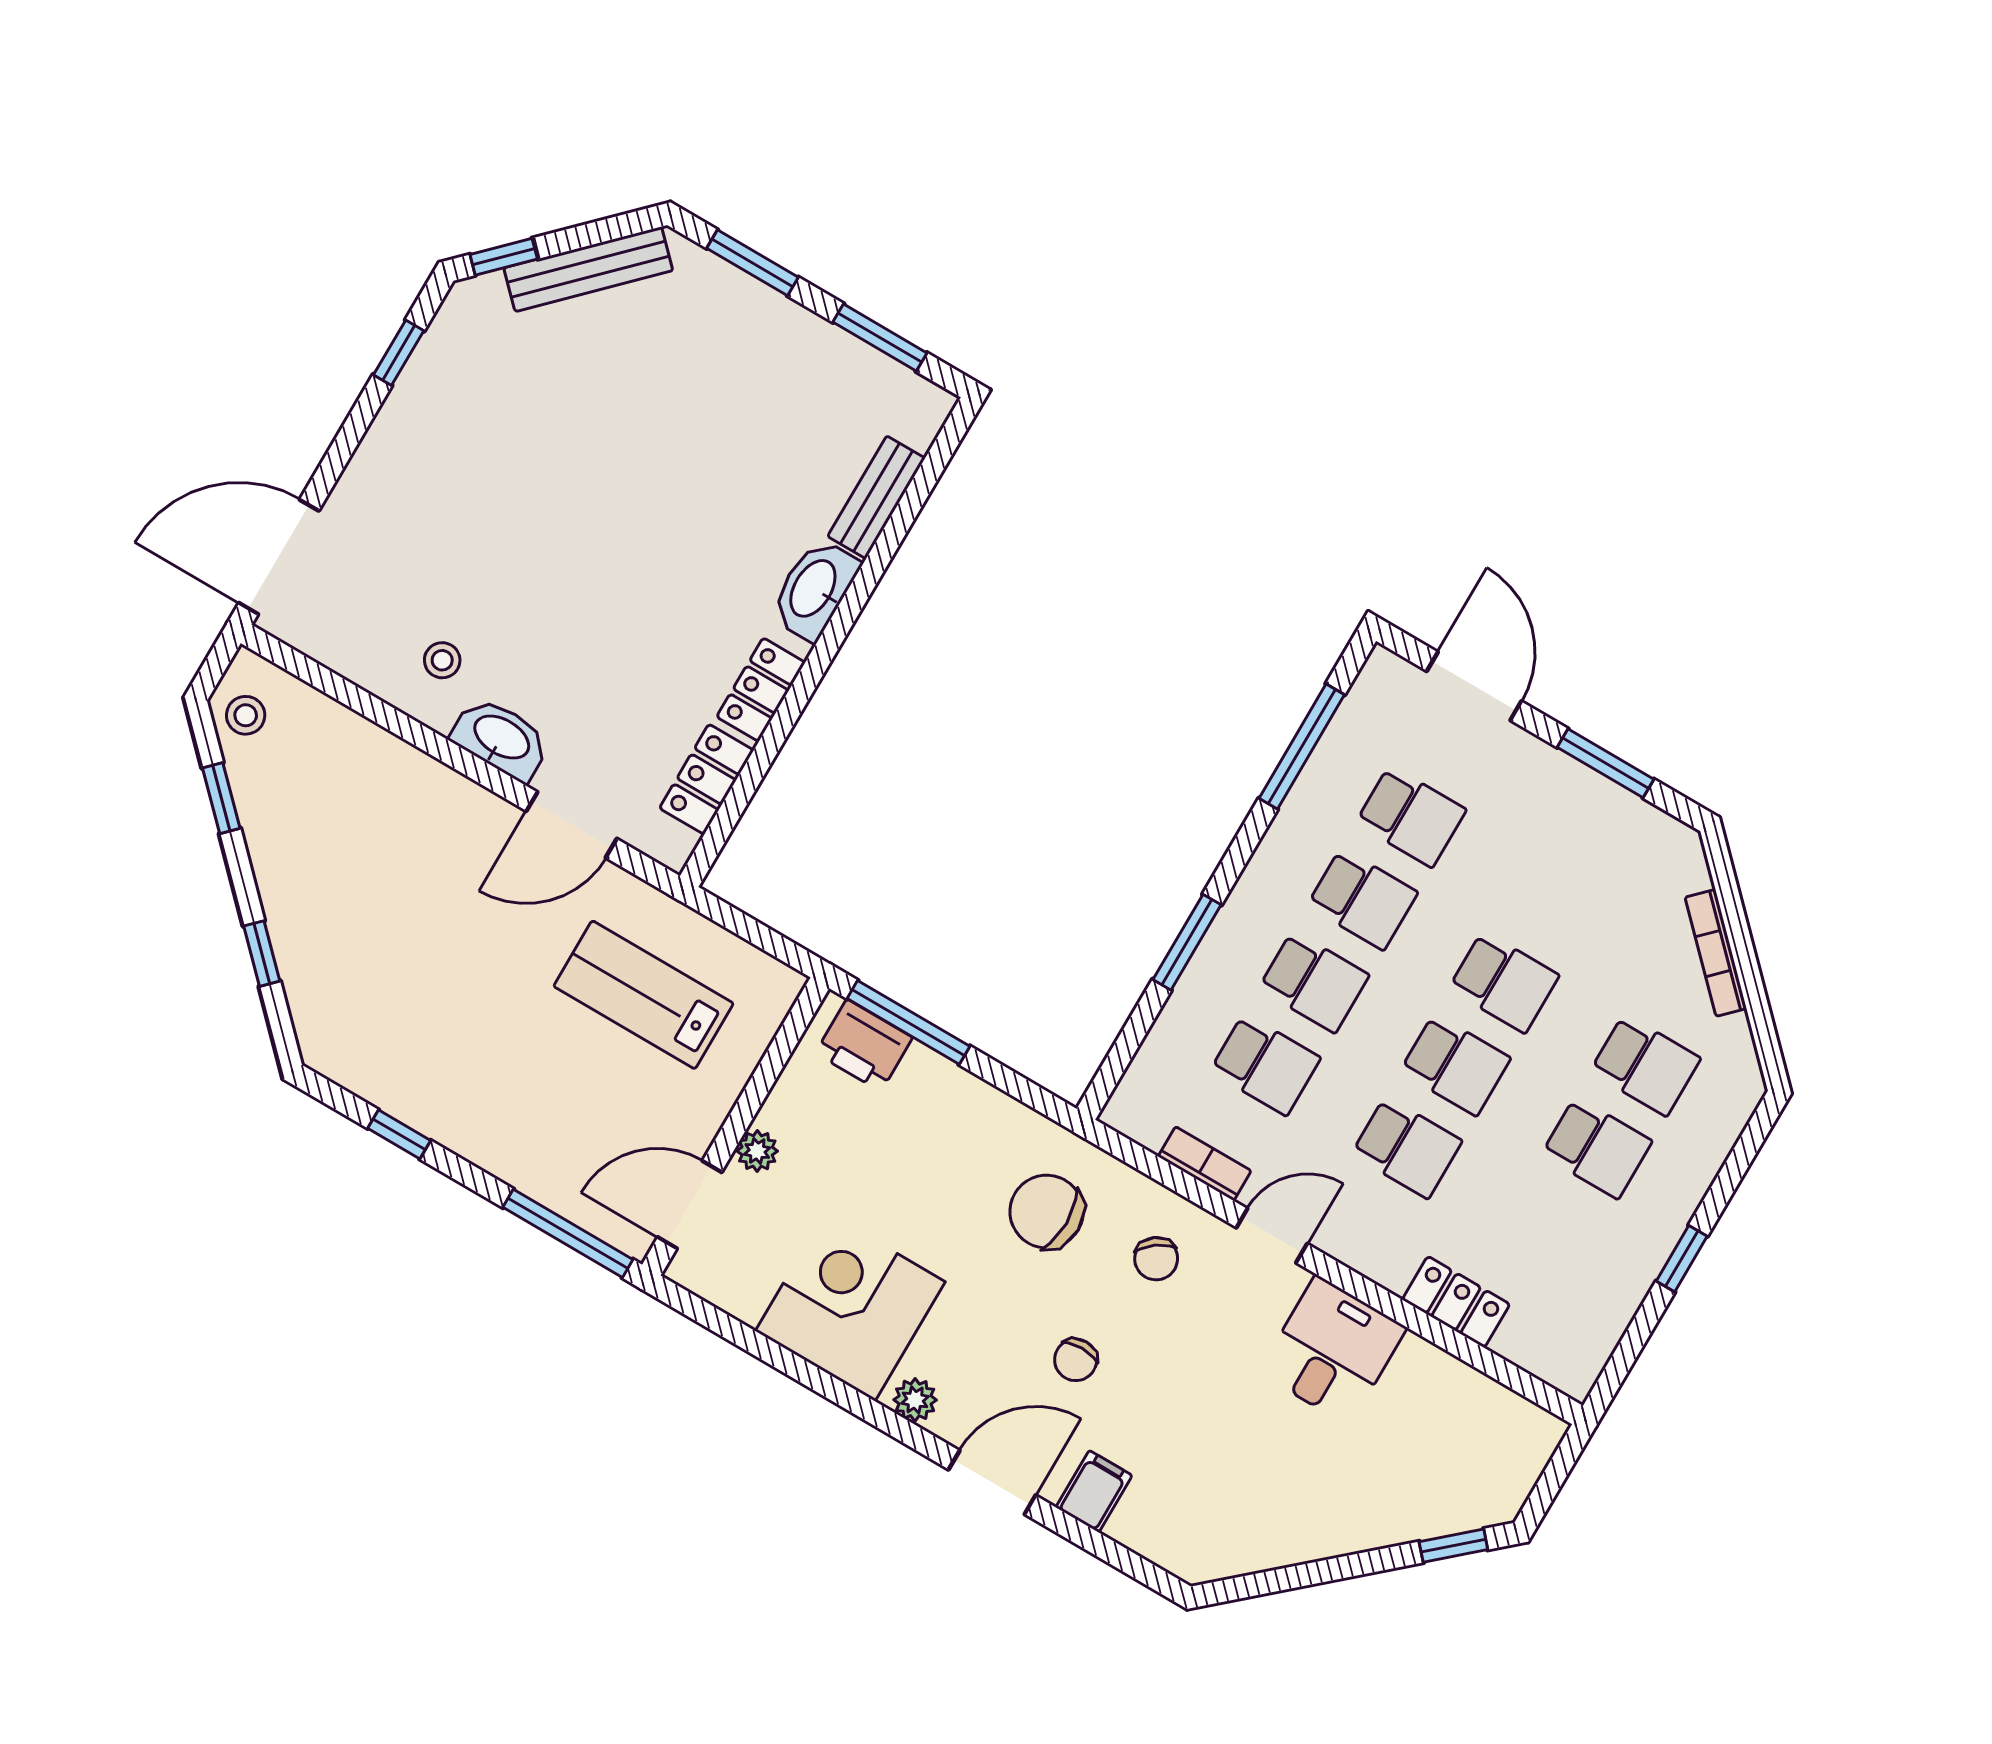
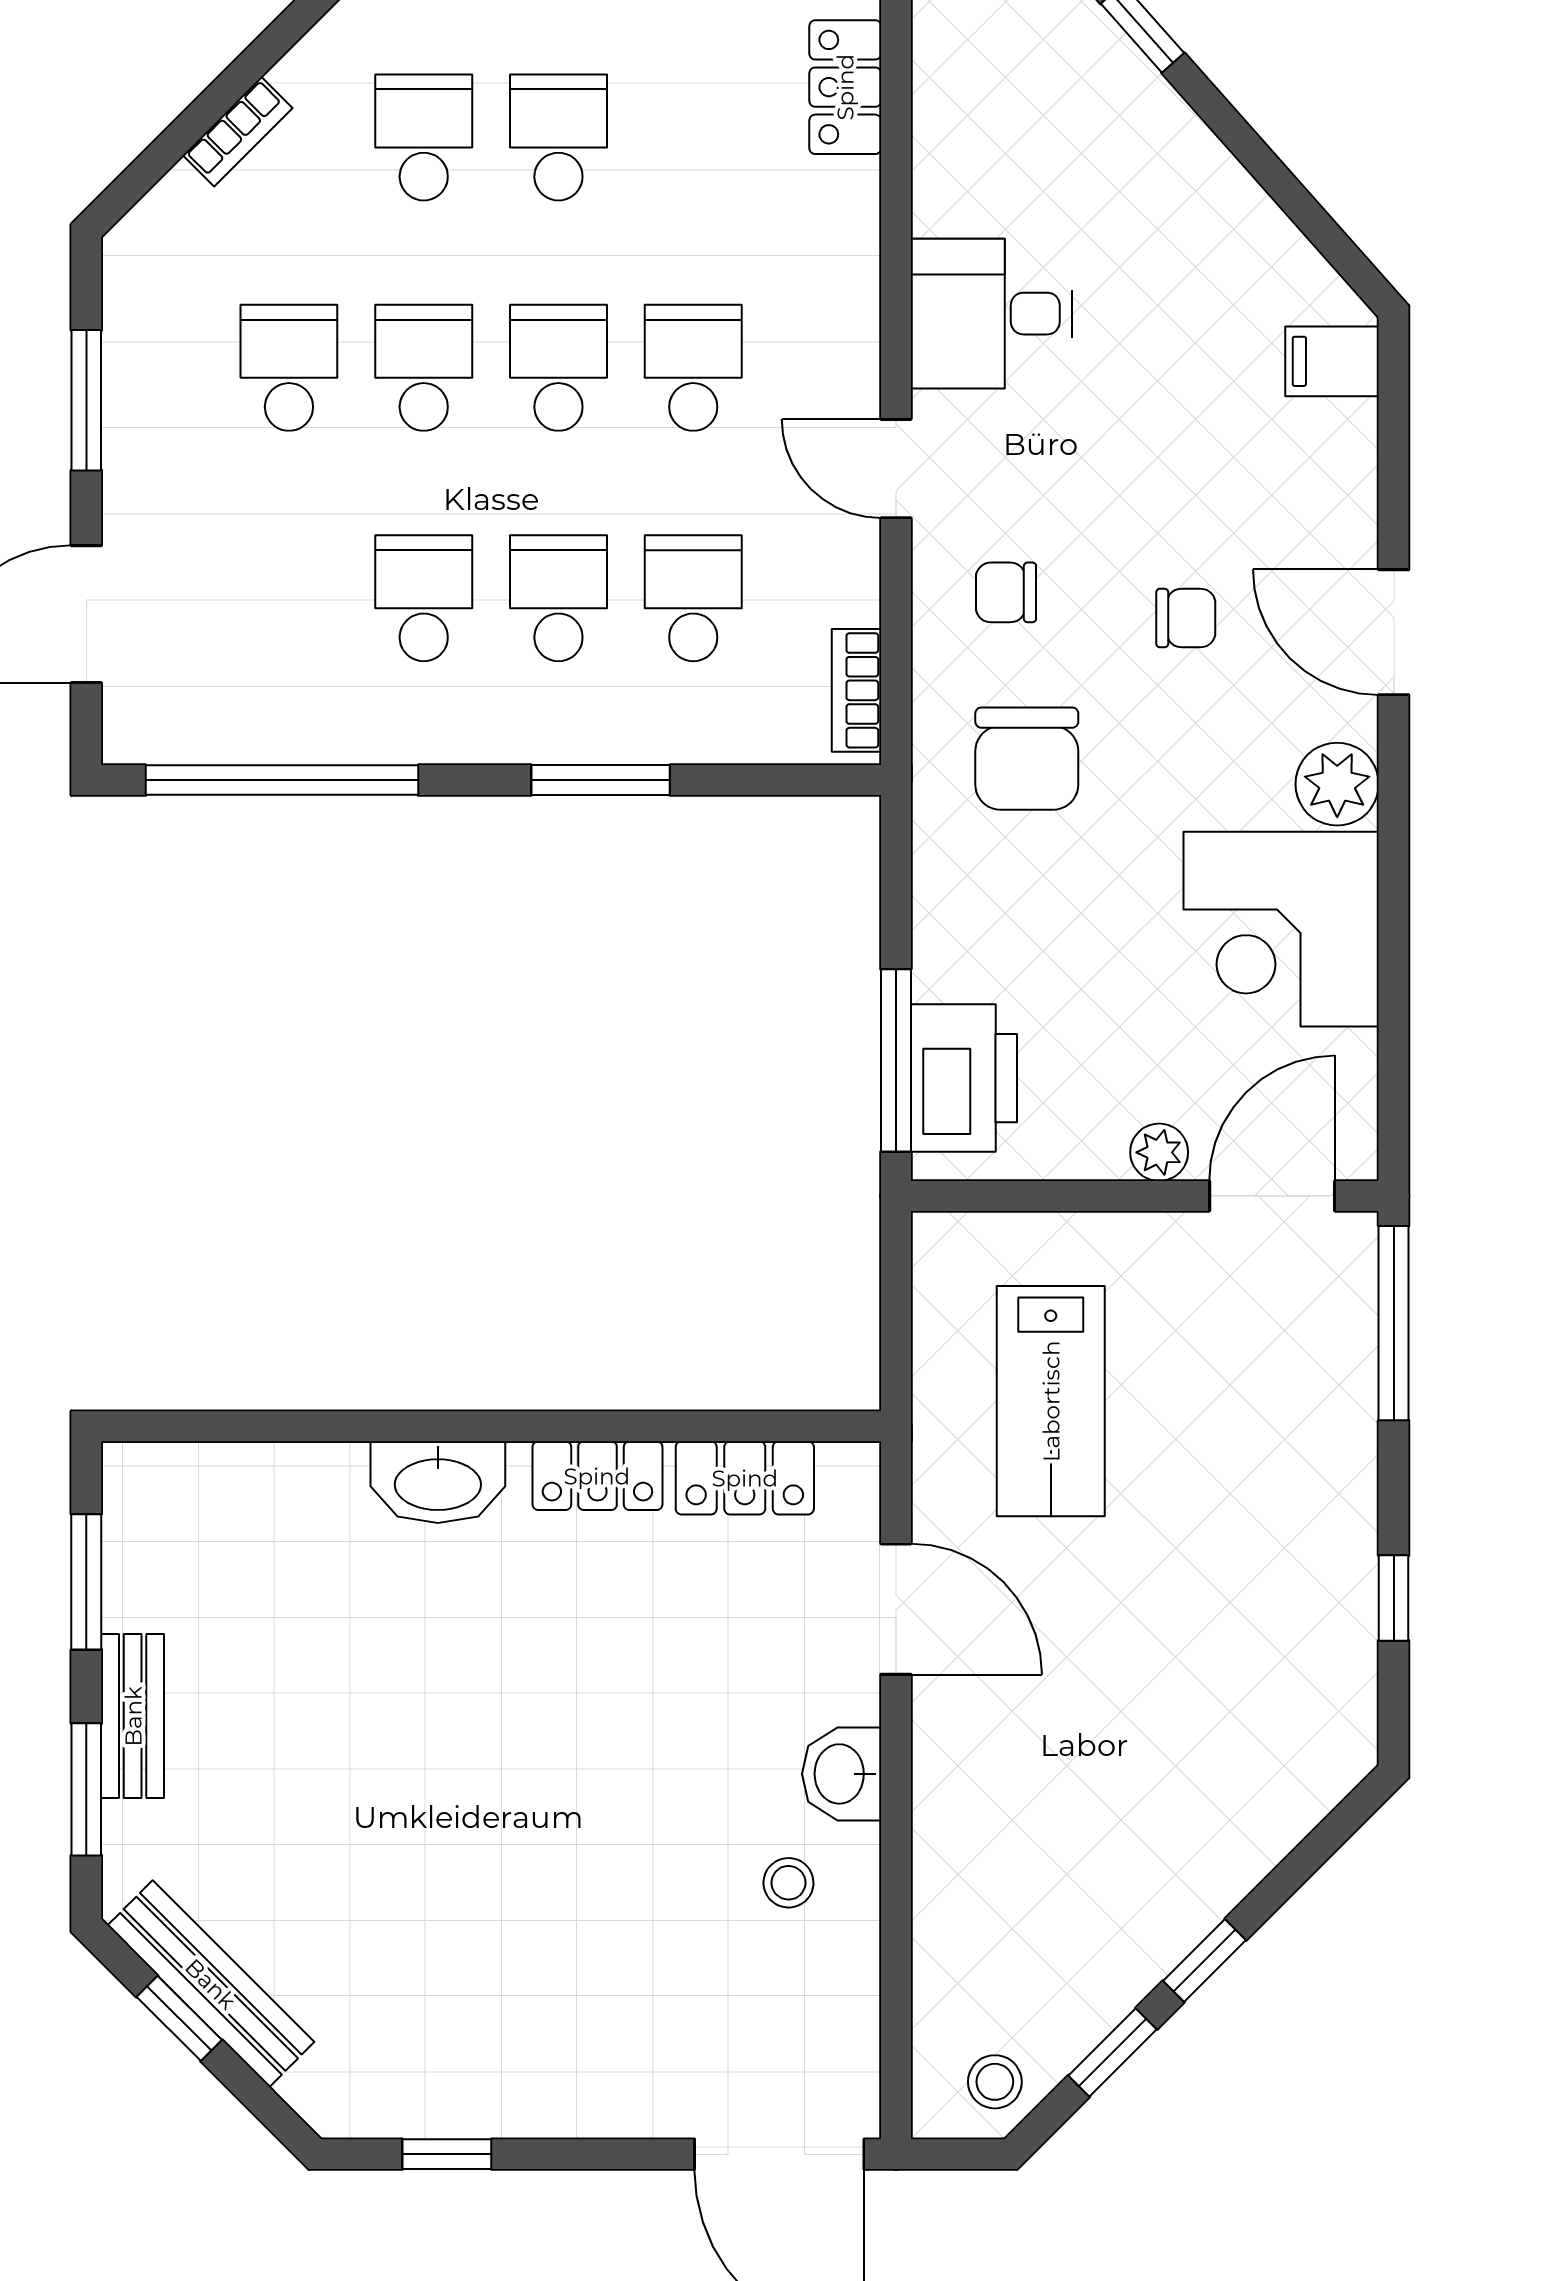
window: (504, 257) -> (179, 2018), moved
bench: (876, 497) -> (133, 1716), moved, turned 90
washbasin: (501, 739) -> (842, 1774), width x0.72
window: (1302, 747) -> (282, 780), width x1.46
school desk: (1411, 816) -> (289, 368), moved
bookcase: (1716, 953) -> (238, 132), width x0.64
window: (262, 954) -> (1205, 1960), moved
printer: (864, 1045) -> (964, 1078), width x1.37, depth x1.19
bookcase: (1205, 1164) -> (856, 690), moved
door: (690, 1205) -> (1272, 1196), swing flipped
chair: (1156, 1259) -> (1006, 592), turned -144
locker: (1456, 1302) -> (845, 87), moved
plant: (915, 1400) -> (1337, 784), width x1.38, depth x1.38
filing cabinet: (1094, 1491) -> (1332, 361), moved

